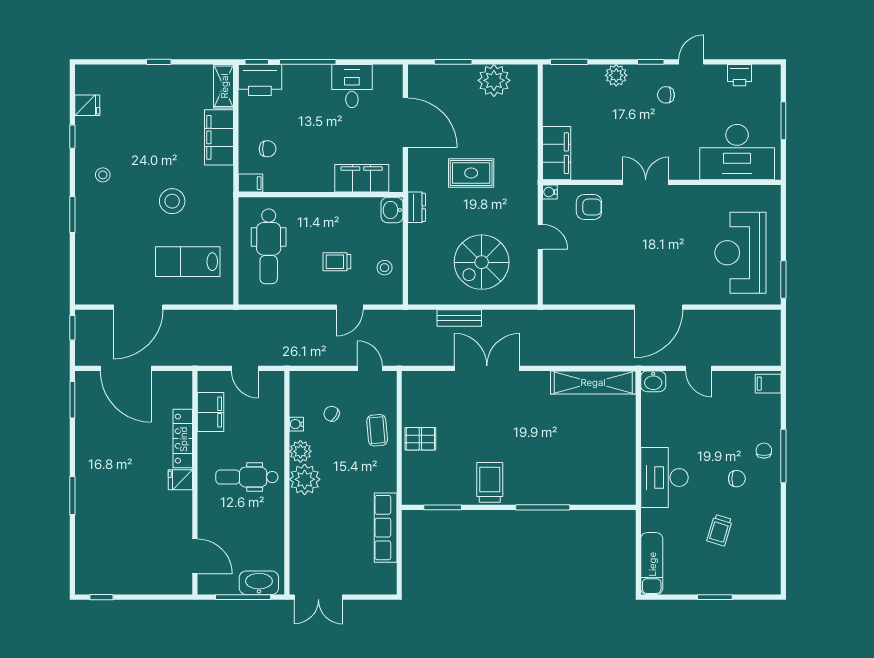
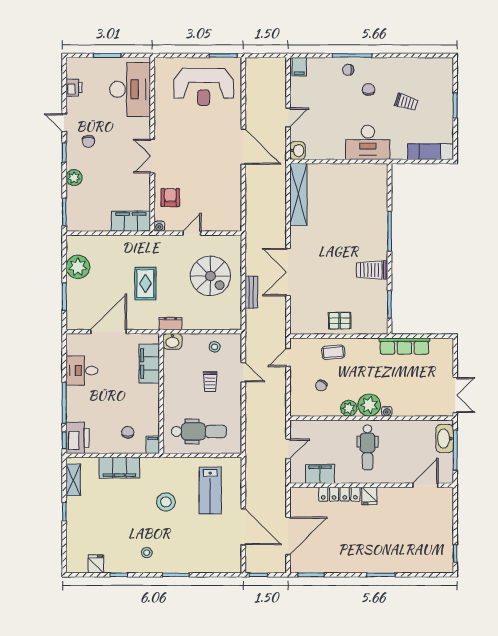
shelving: (224, 86) -> (73, 480), moved, turned 90
water cooler: (296, 424) -> (387, 411), moved
pallet: (420, 439) -> (340, 321), turned 90

